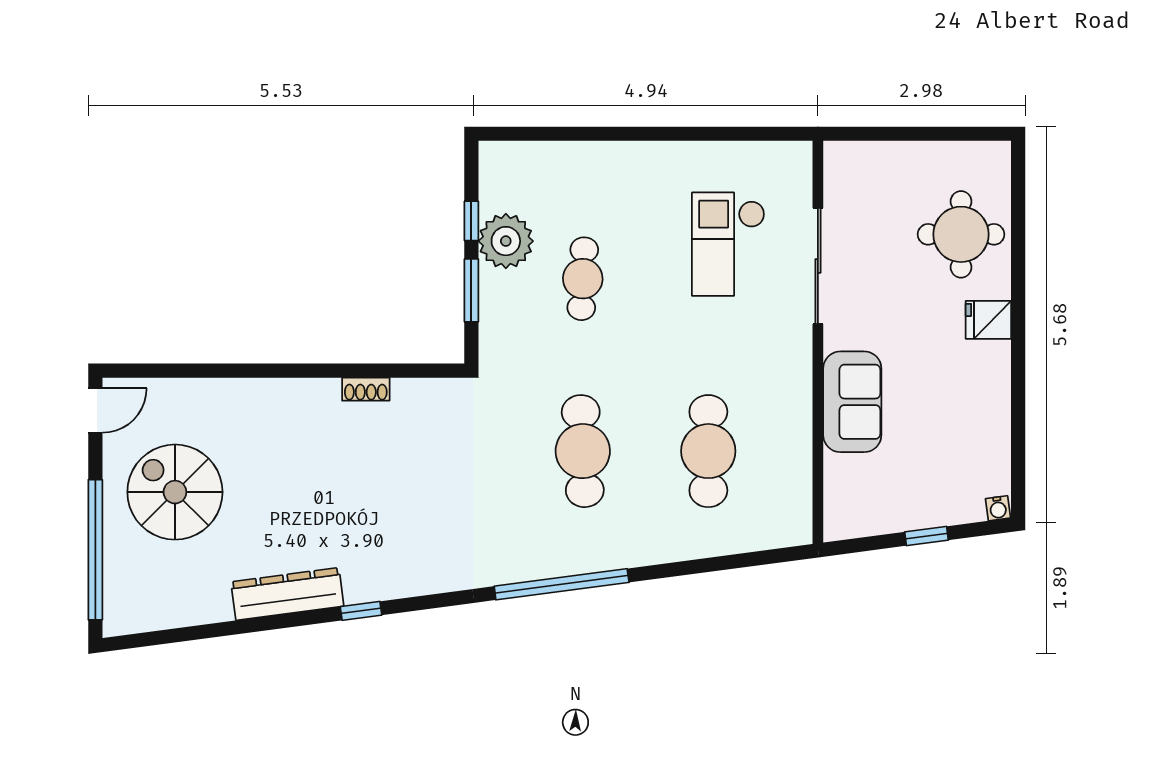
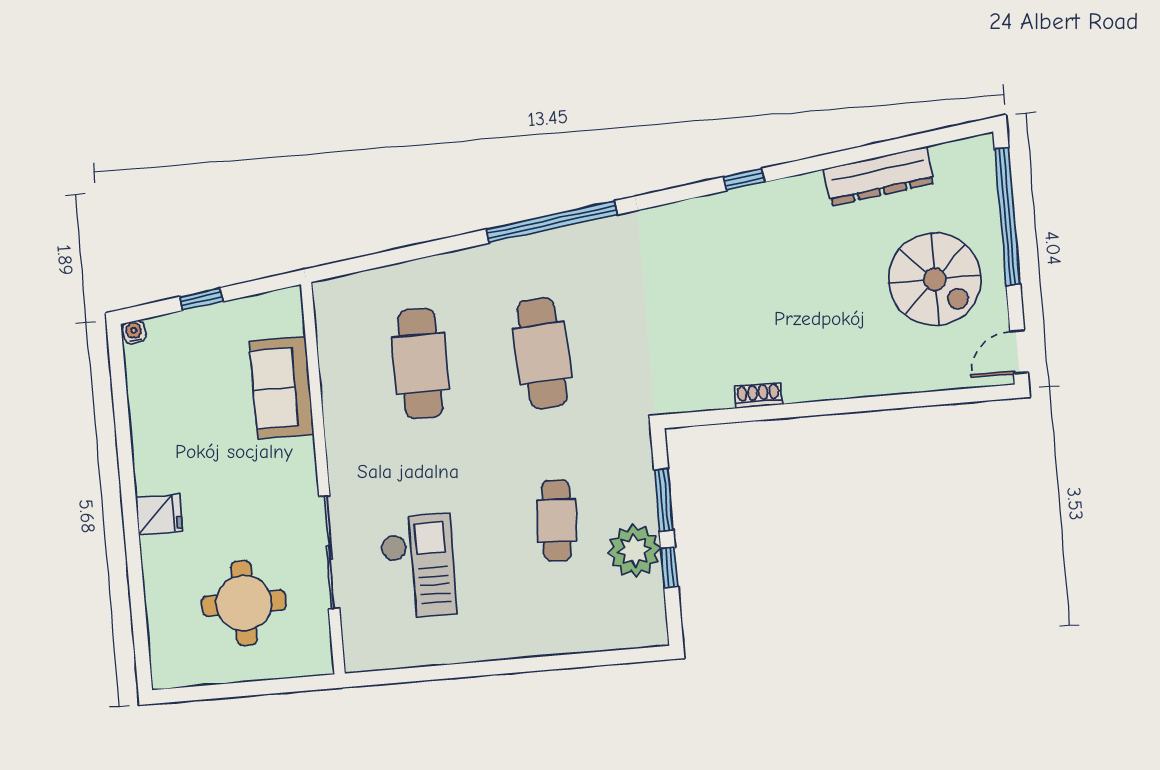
round table: (961, 234) -> (244, 603), moved
sofa: (852, 402) -> (281, 388), moved
dresser: (287, 594) -> (879, 176), moved

